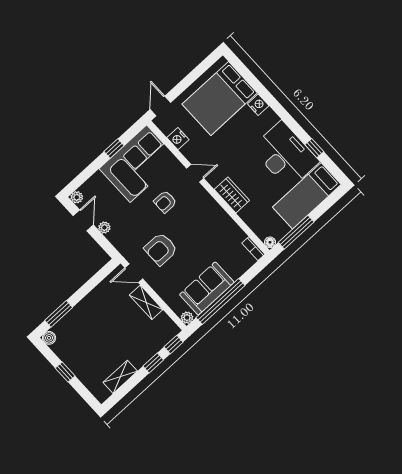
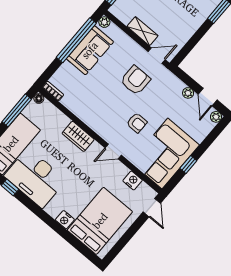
armchair: (165, 202) -> (137, 123), turned 90

